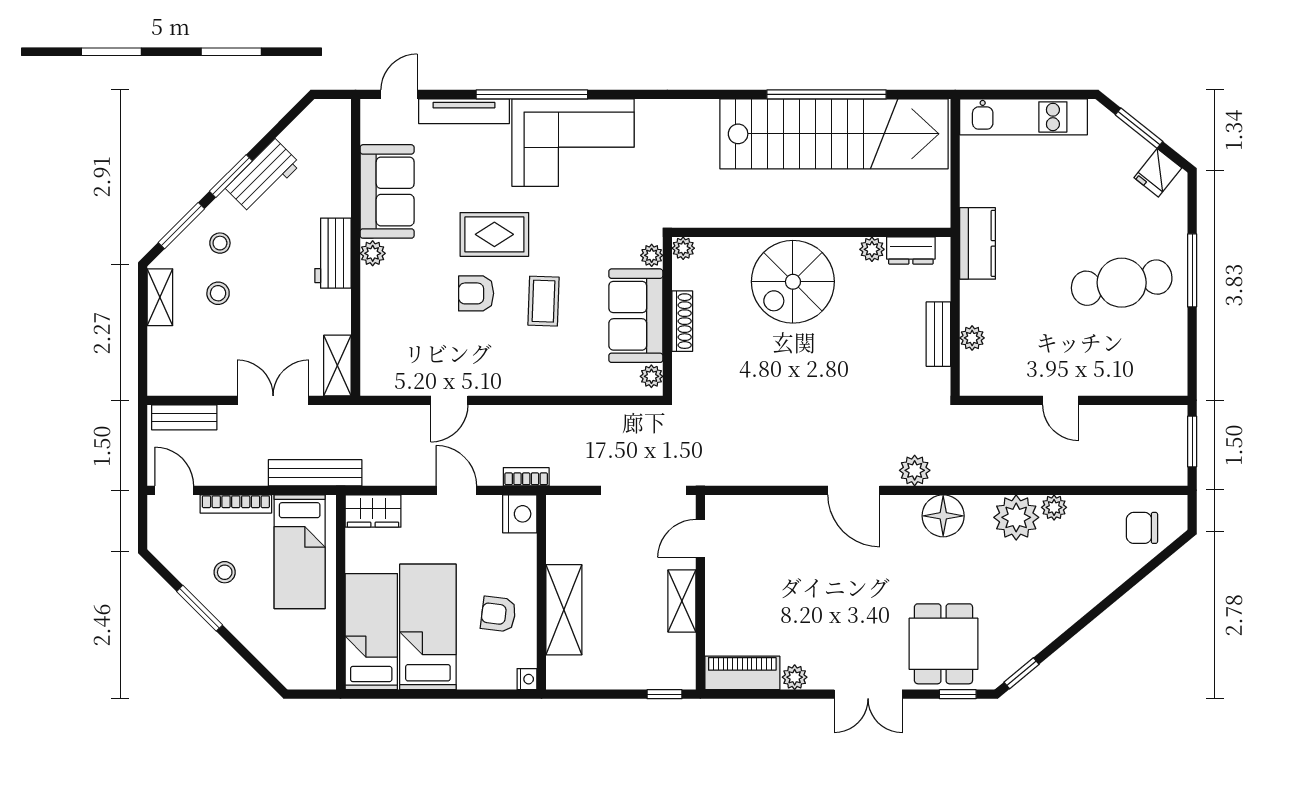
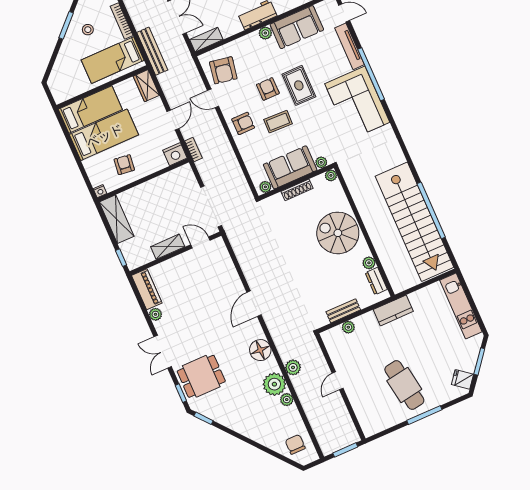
armchair: (407, 359) -> (223, 70), added
armchair: (519, 366) -> (243, 123), added
plant: (915, 470) -> (293, 367), moved
shelving: (564, 610) -> (117, 219), moved, turned 90

